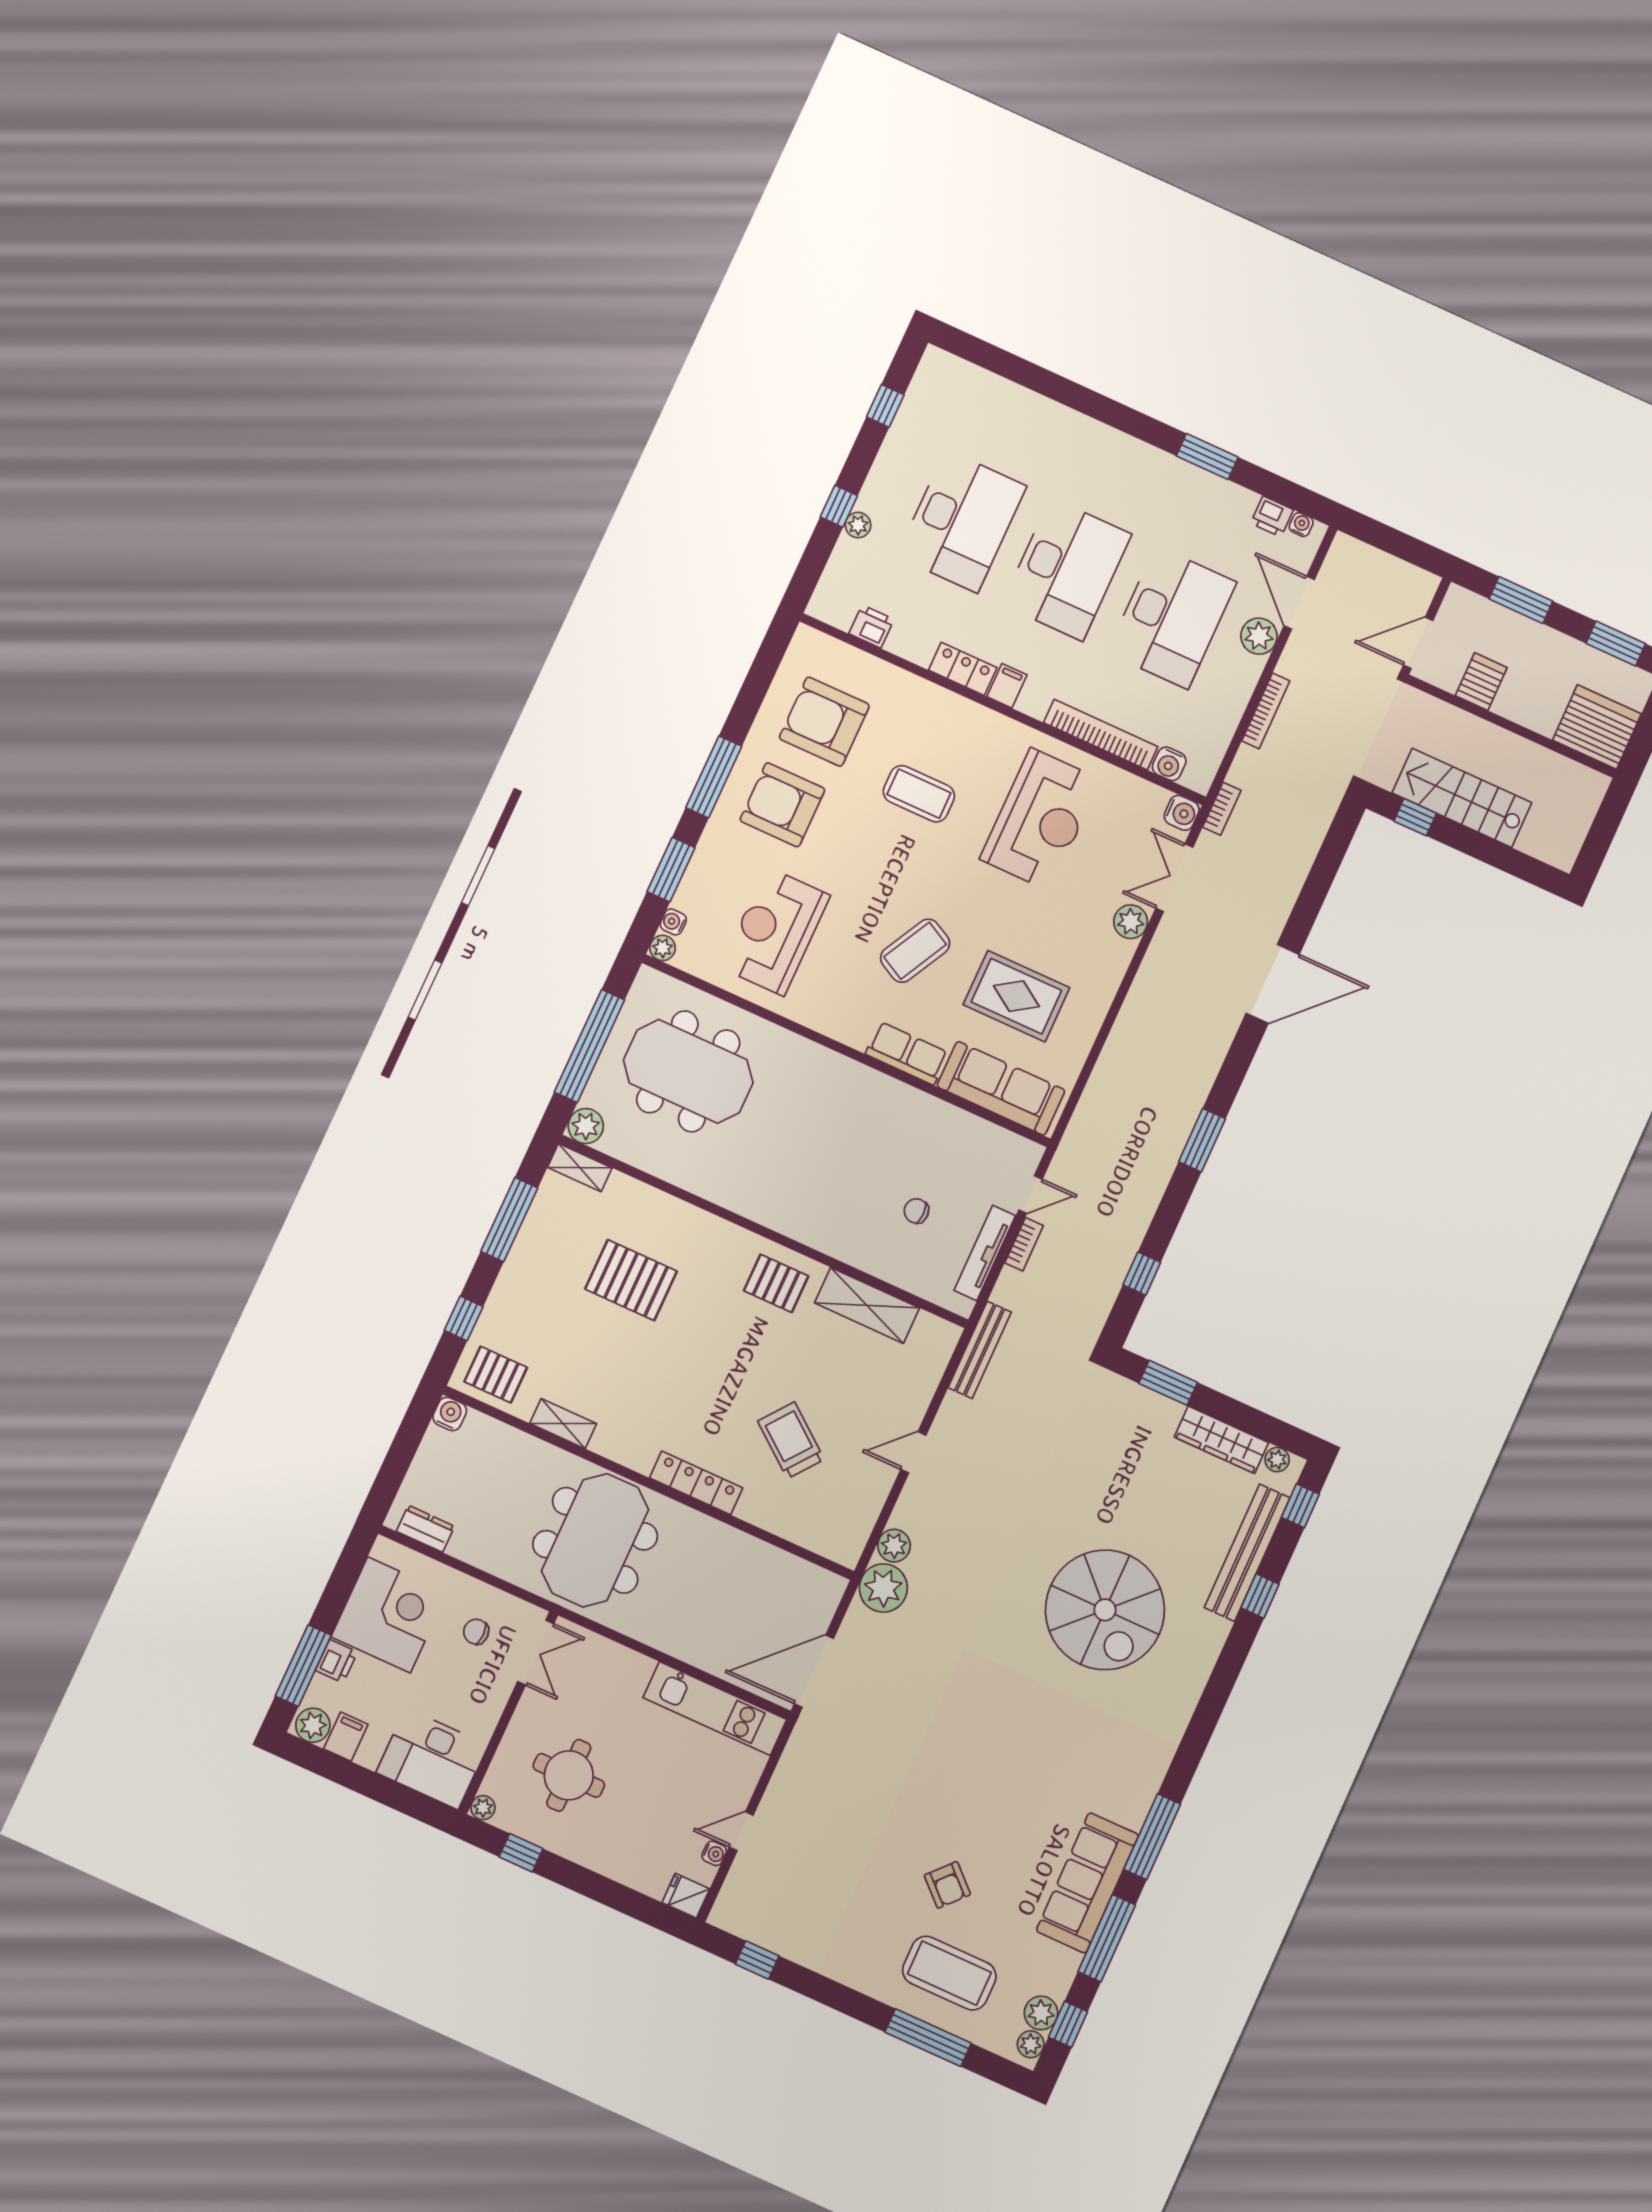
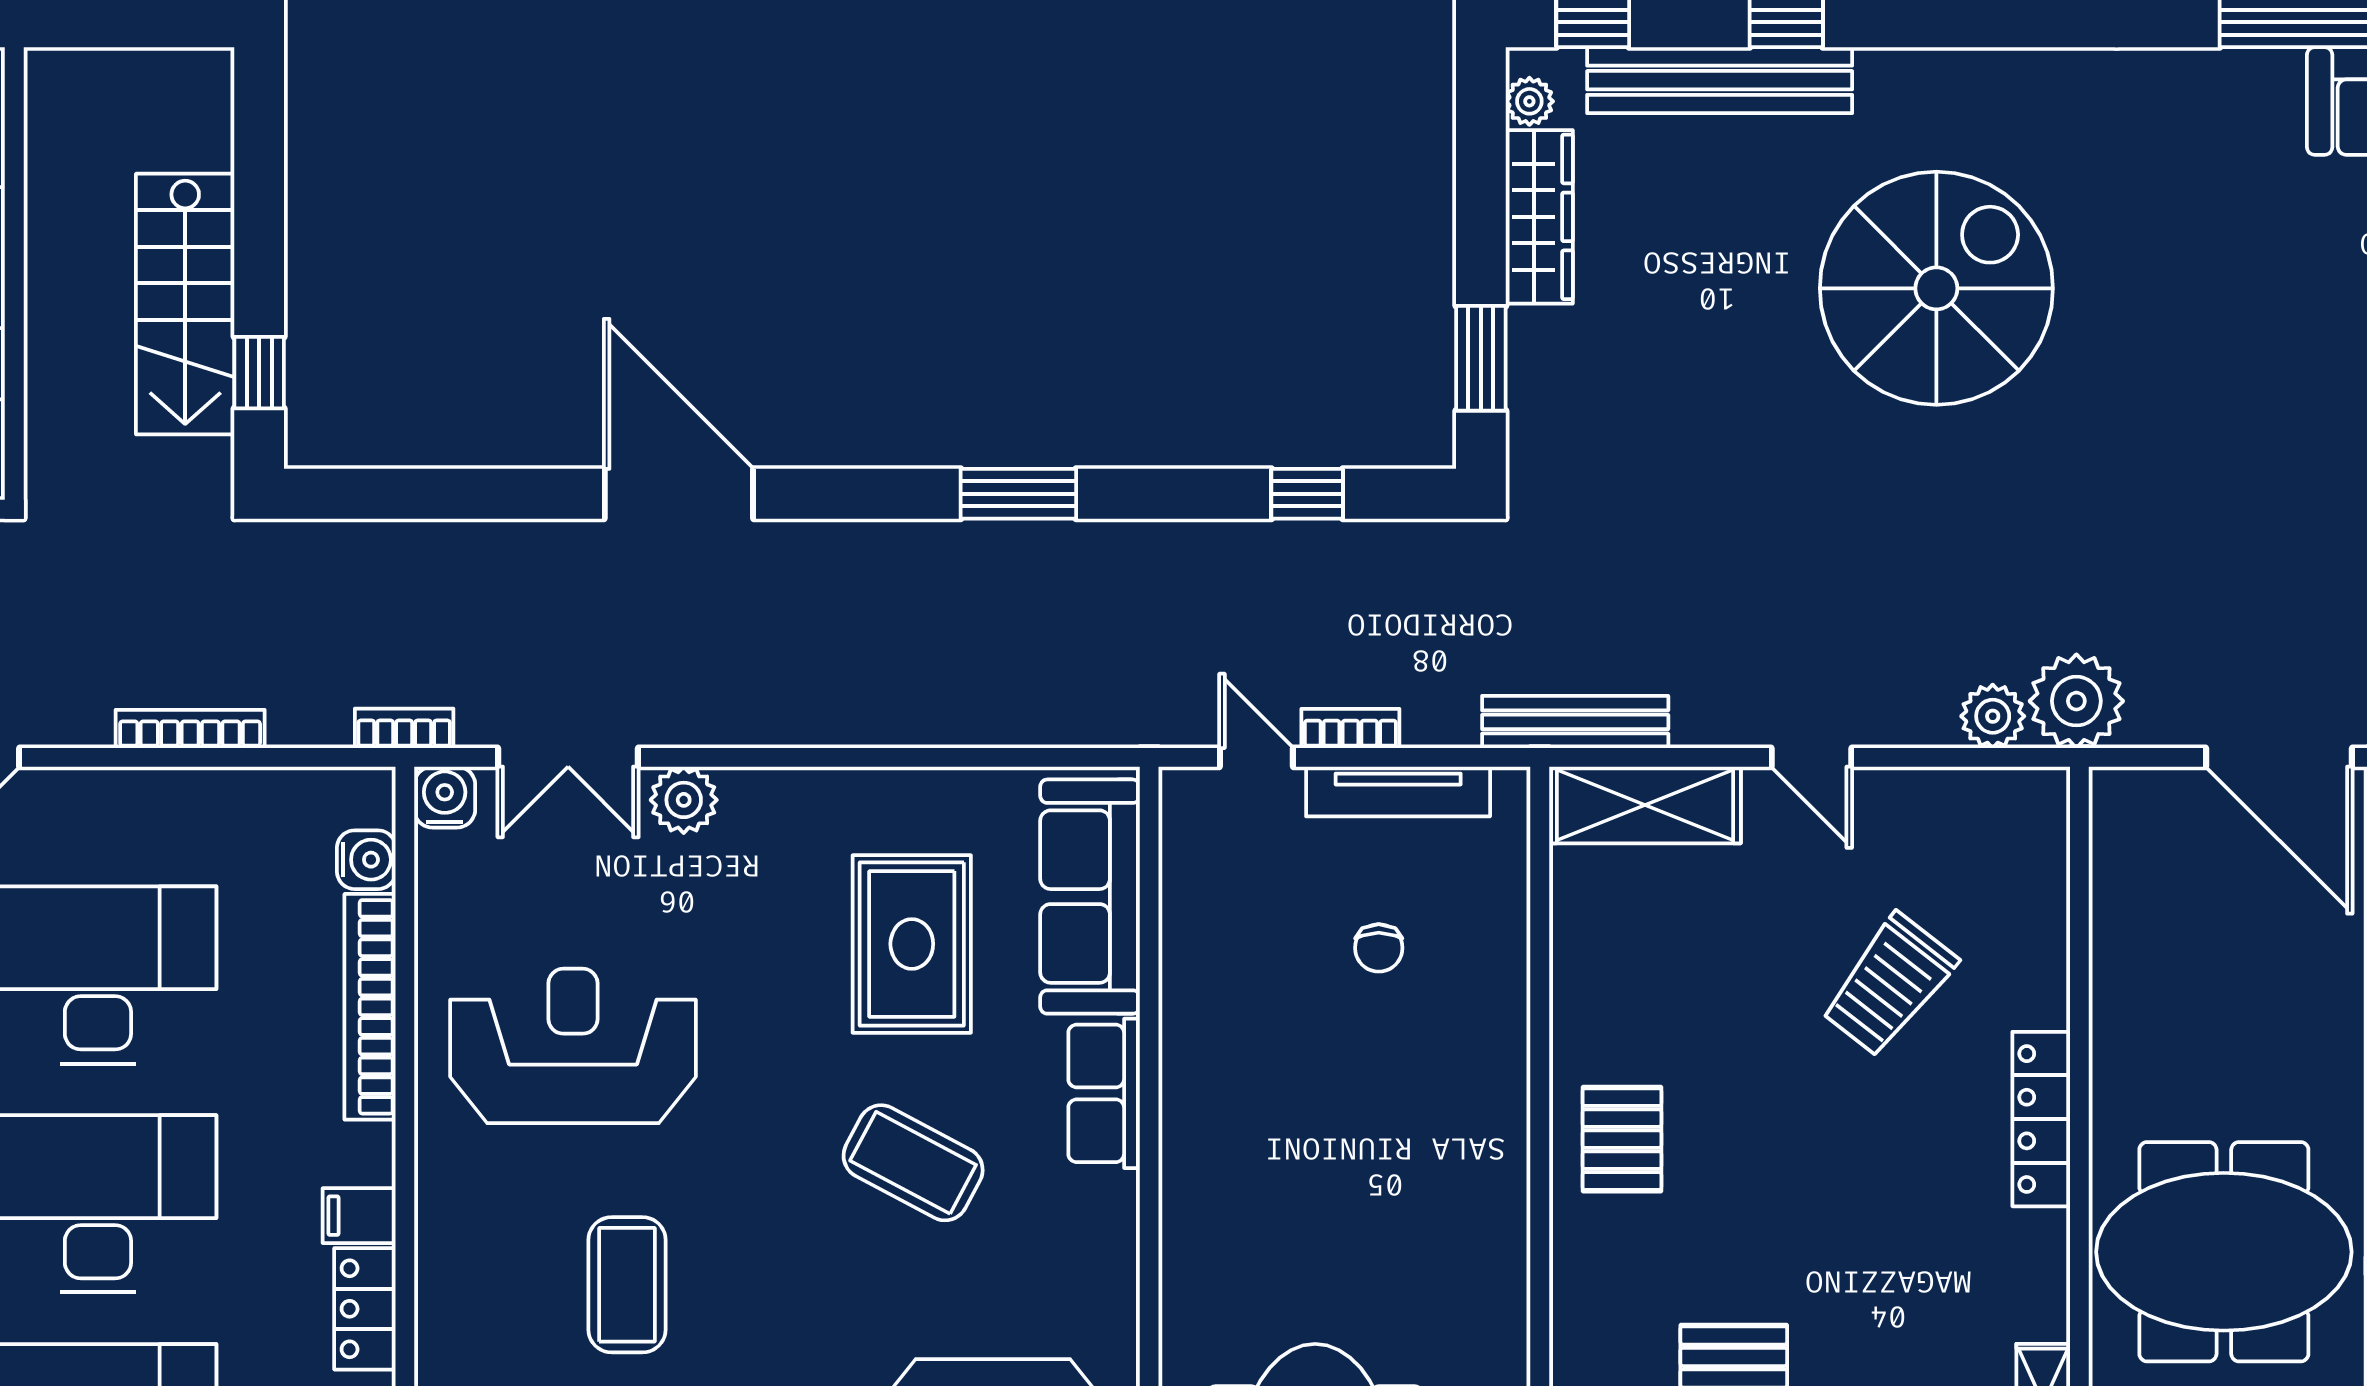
plant: (1259, 636) -> (60, 803), removed
shelving: (867, 1305) -> (1645, 805), moved, turned 90

